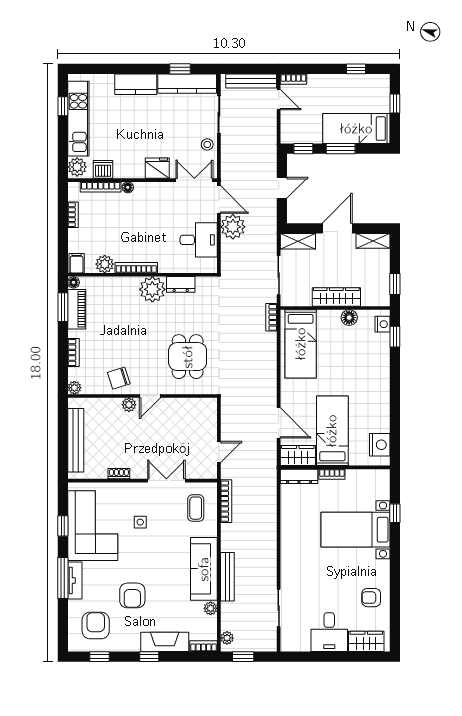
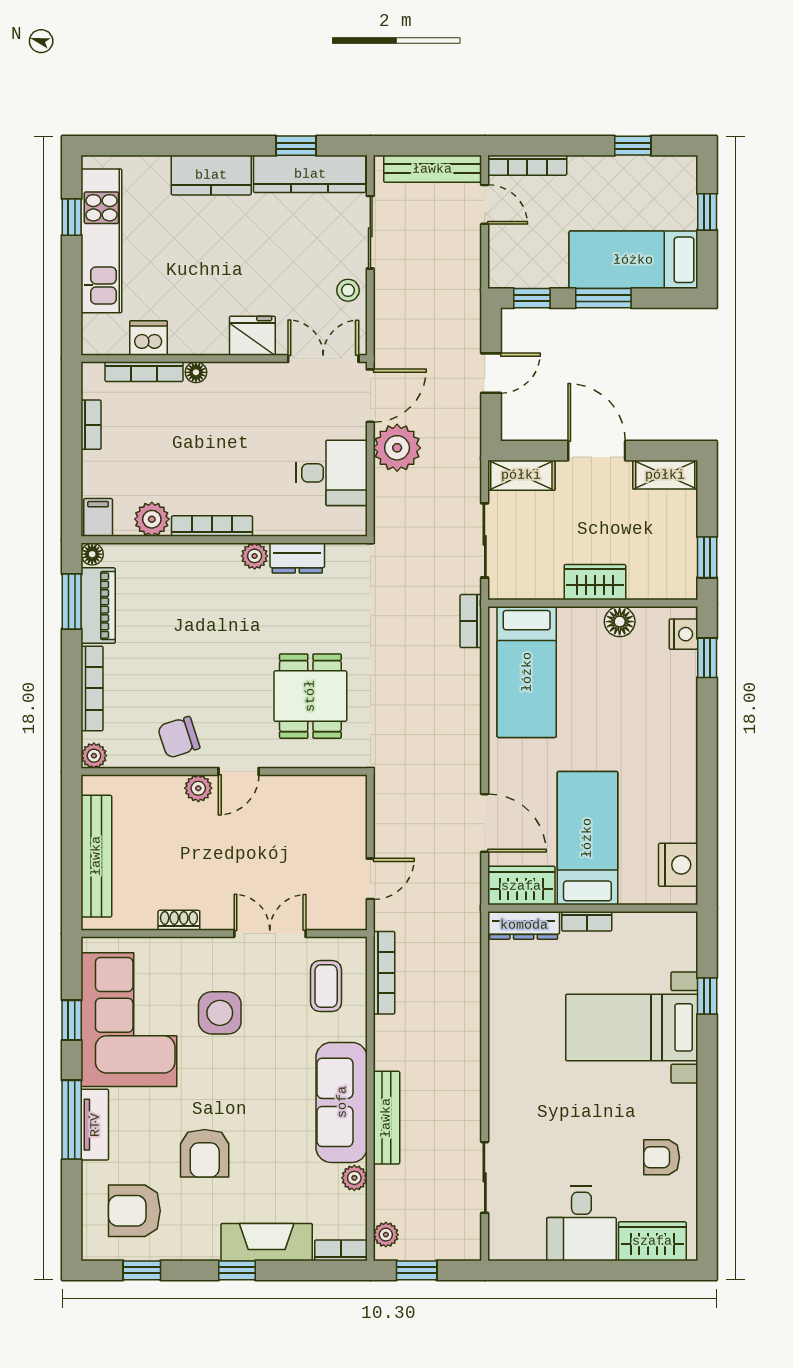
bookcase: (293, 79) -> (527, 165), width x1.56
plant: (77, 167) -> (99, 333), removed
door: (219, 200) -> (370, 396), hinge flipped
door: (337, 228) -> (597, 451), hinge flipped
plant: (152, 289) -> (255, 556), width x0.53, depth x0.53
wardrobe: (336, 297) -> (595, 582), width x0.67
bookcase: (73, 353) -> (92, 688), width x1.56
side table: (140, 522) -> (220, 1013), width x1.87, depth x1.87
armchair: (96, 625) -> (134, 1211), turned -90

